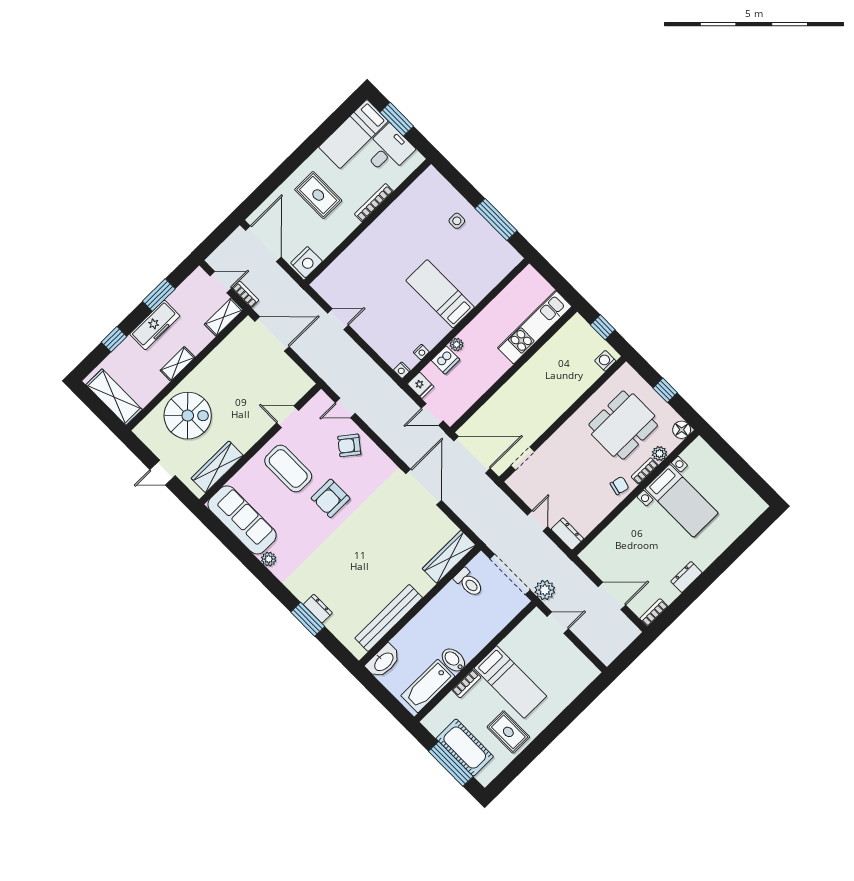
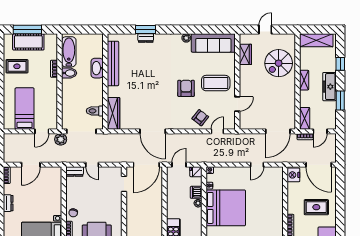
bed: (440, 294) -> (226, 208), width x2.04
wardrobe: (217, 467) -> (245, 54), width x0.67
washbasin: (383, 661) -> (97, 68), moved
bed: (510, 682) -> (25, 108), moved, turned 90

